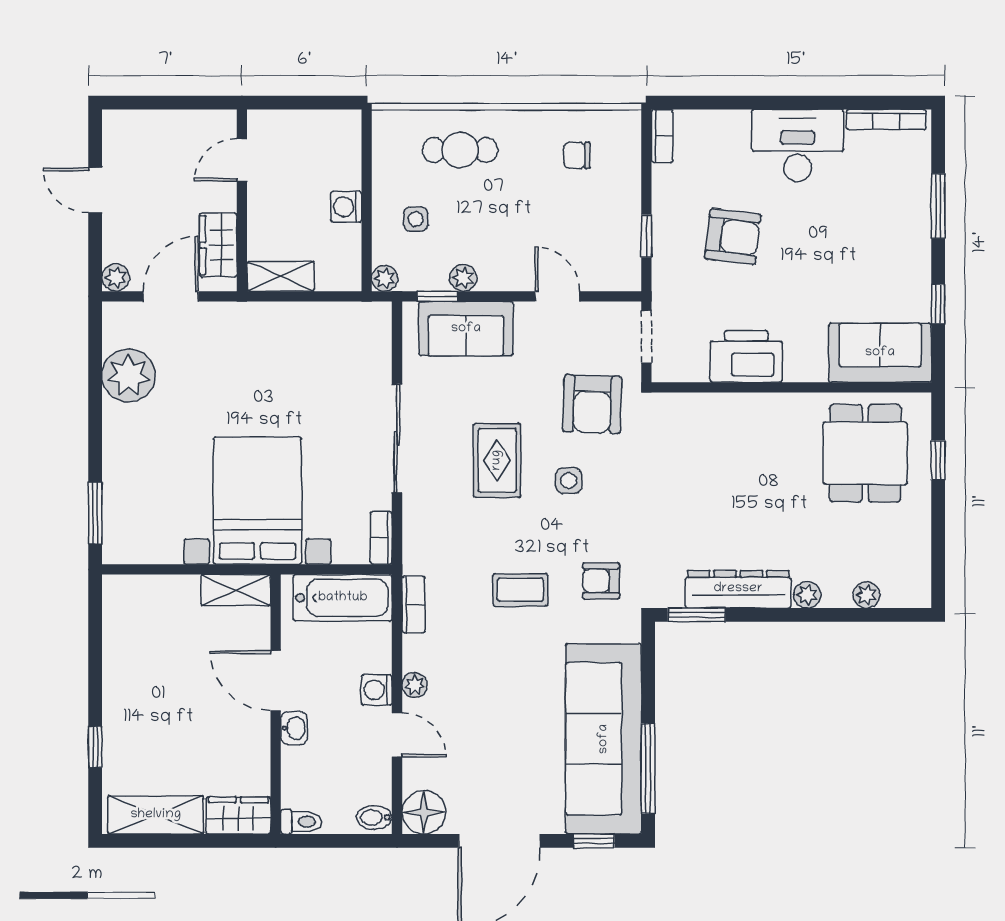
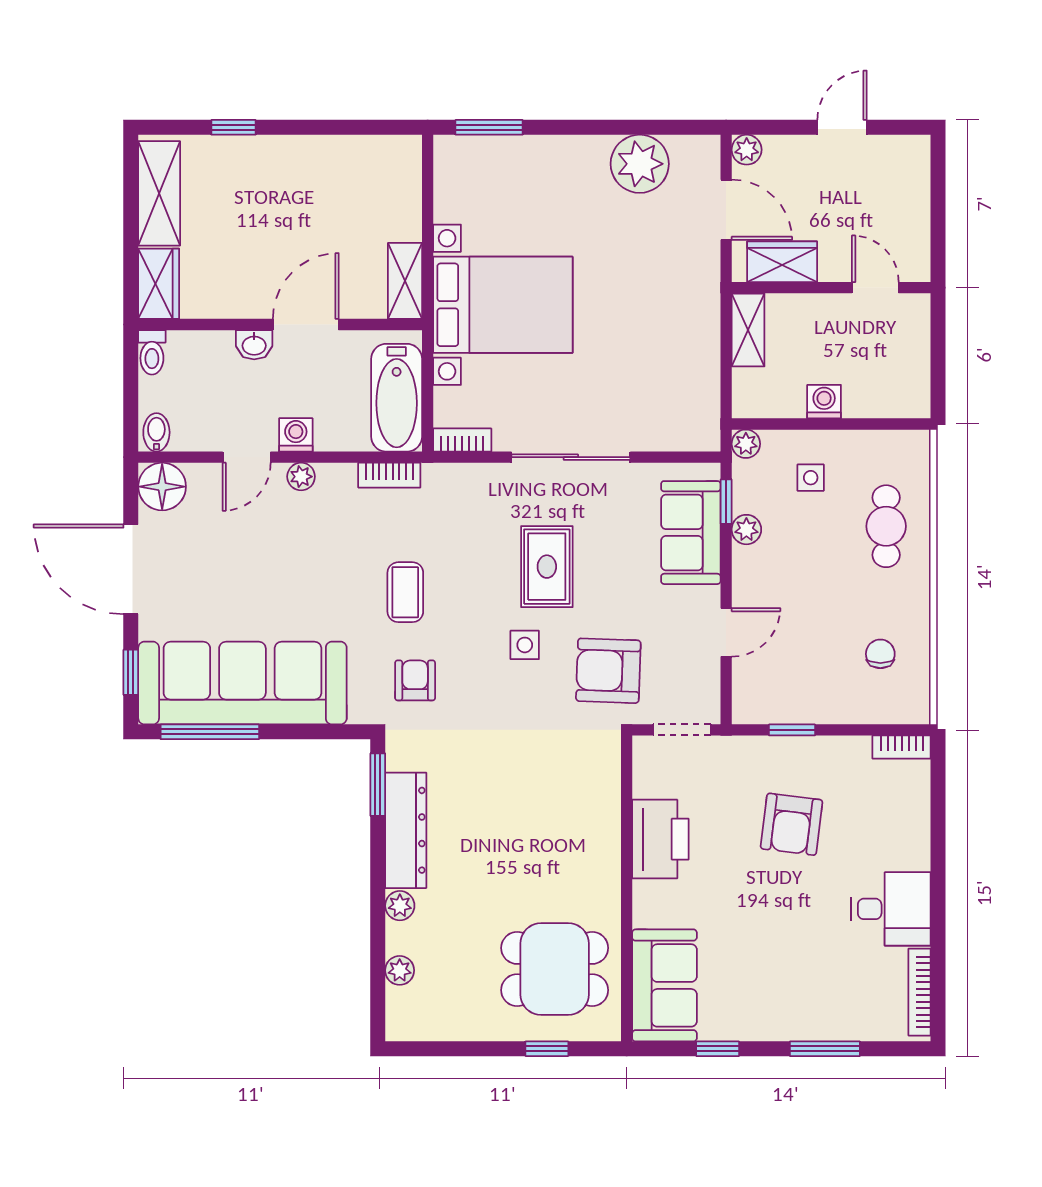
desk: (798, 145) -> (891, 909), width x0.73
rug: (497, 460) -> (547, 567), turned 90

